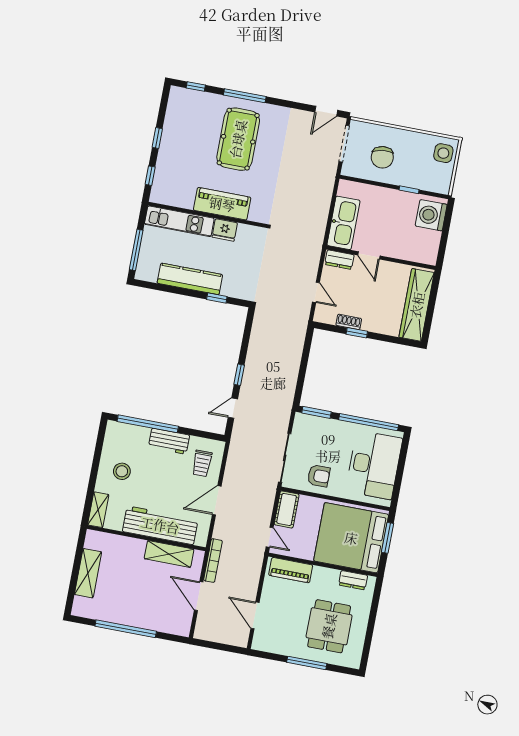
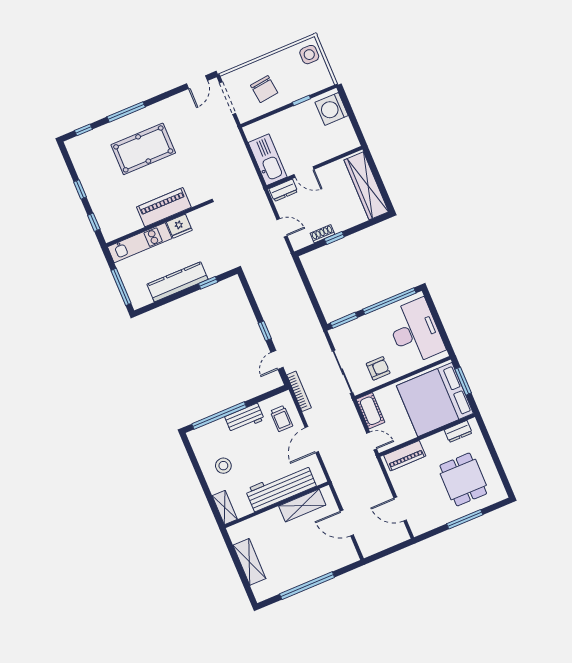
pool table: (238, 139) -> (143, 149), turned 90
bookcase: (213, 561) -> (299, 391), moved

